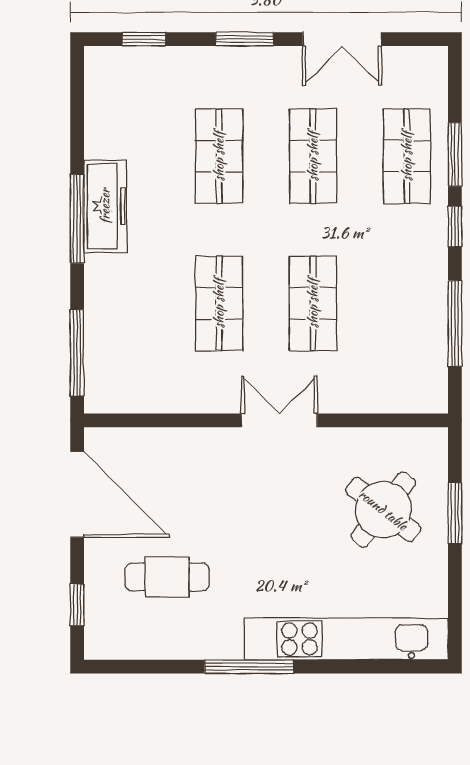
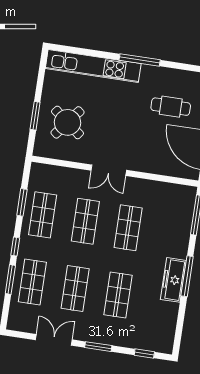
shop shelf: (407, 303) -> (43, 215), added
window: (455, 323) -> (22, 202), width x0.69

